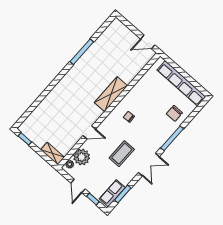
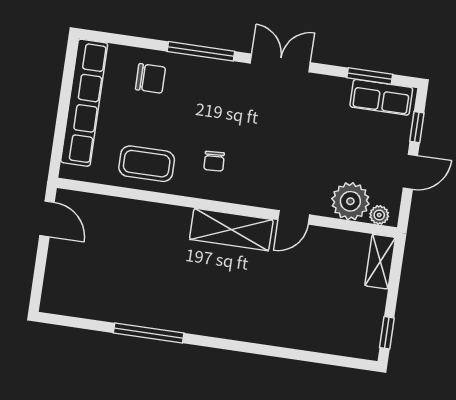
shelving: (111, 94) -> (231, 230), moved
door: (89, 132) -> (294, 217), swing flipped
coffee table: (122, 154) -> (147, 164), moved

